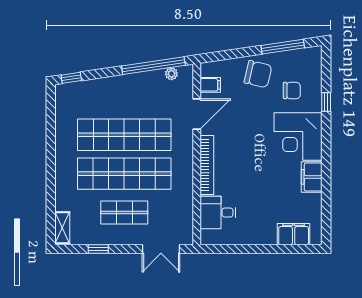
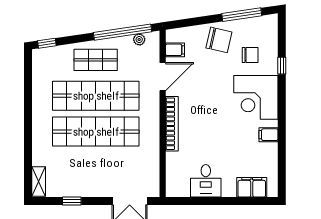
filing cabinet: (312, 177) -> (268, 135), width x0.50
shop shelf: (124, 213) -> (96, 60), moved
desk: (218, 213) -> (206, 181), moved, turned -90

